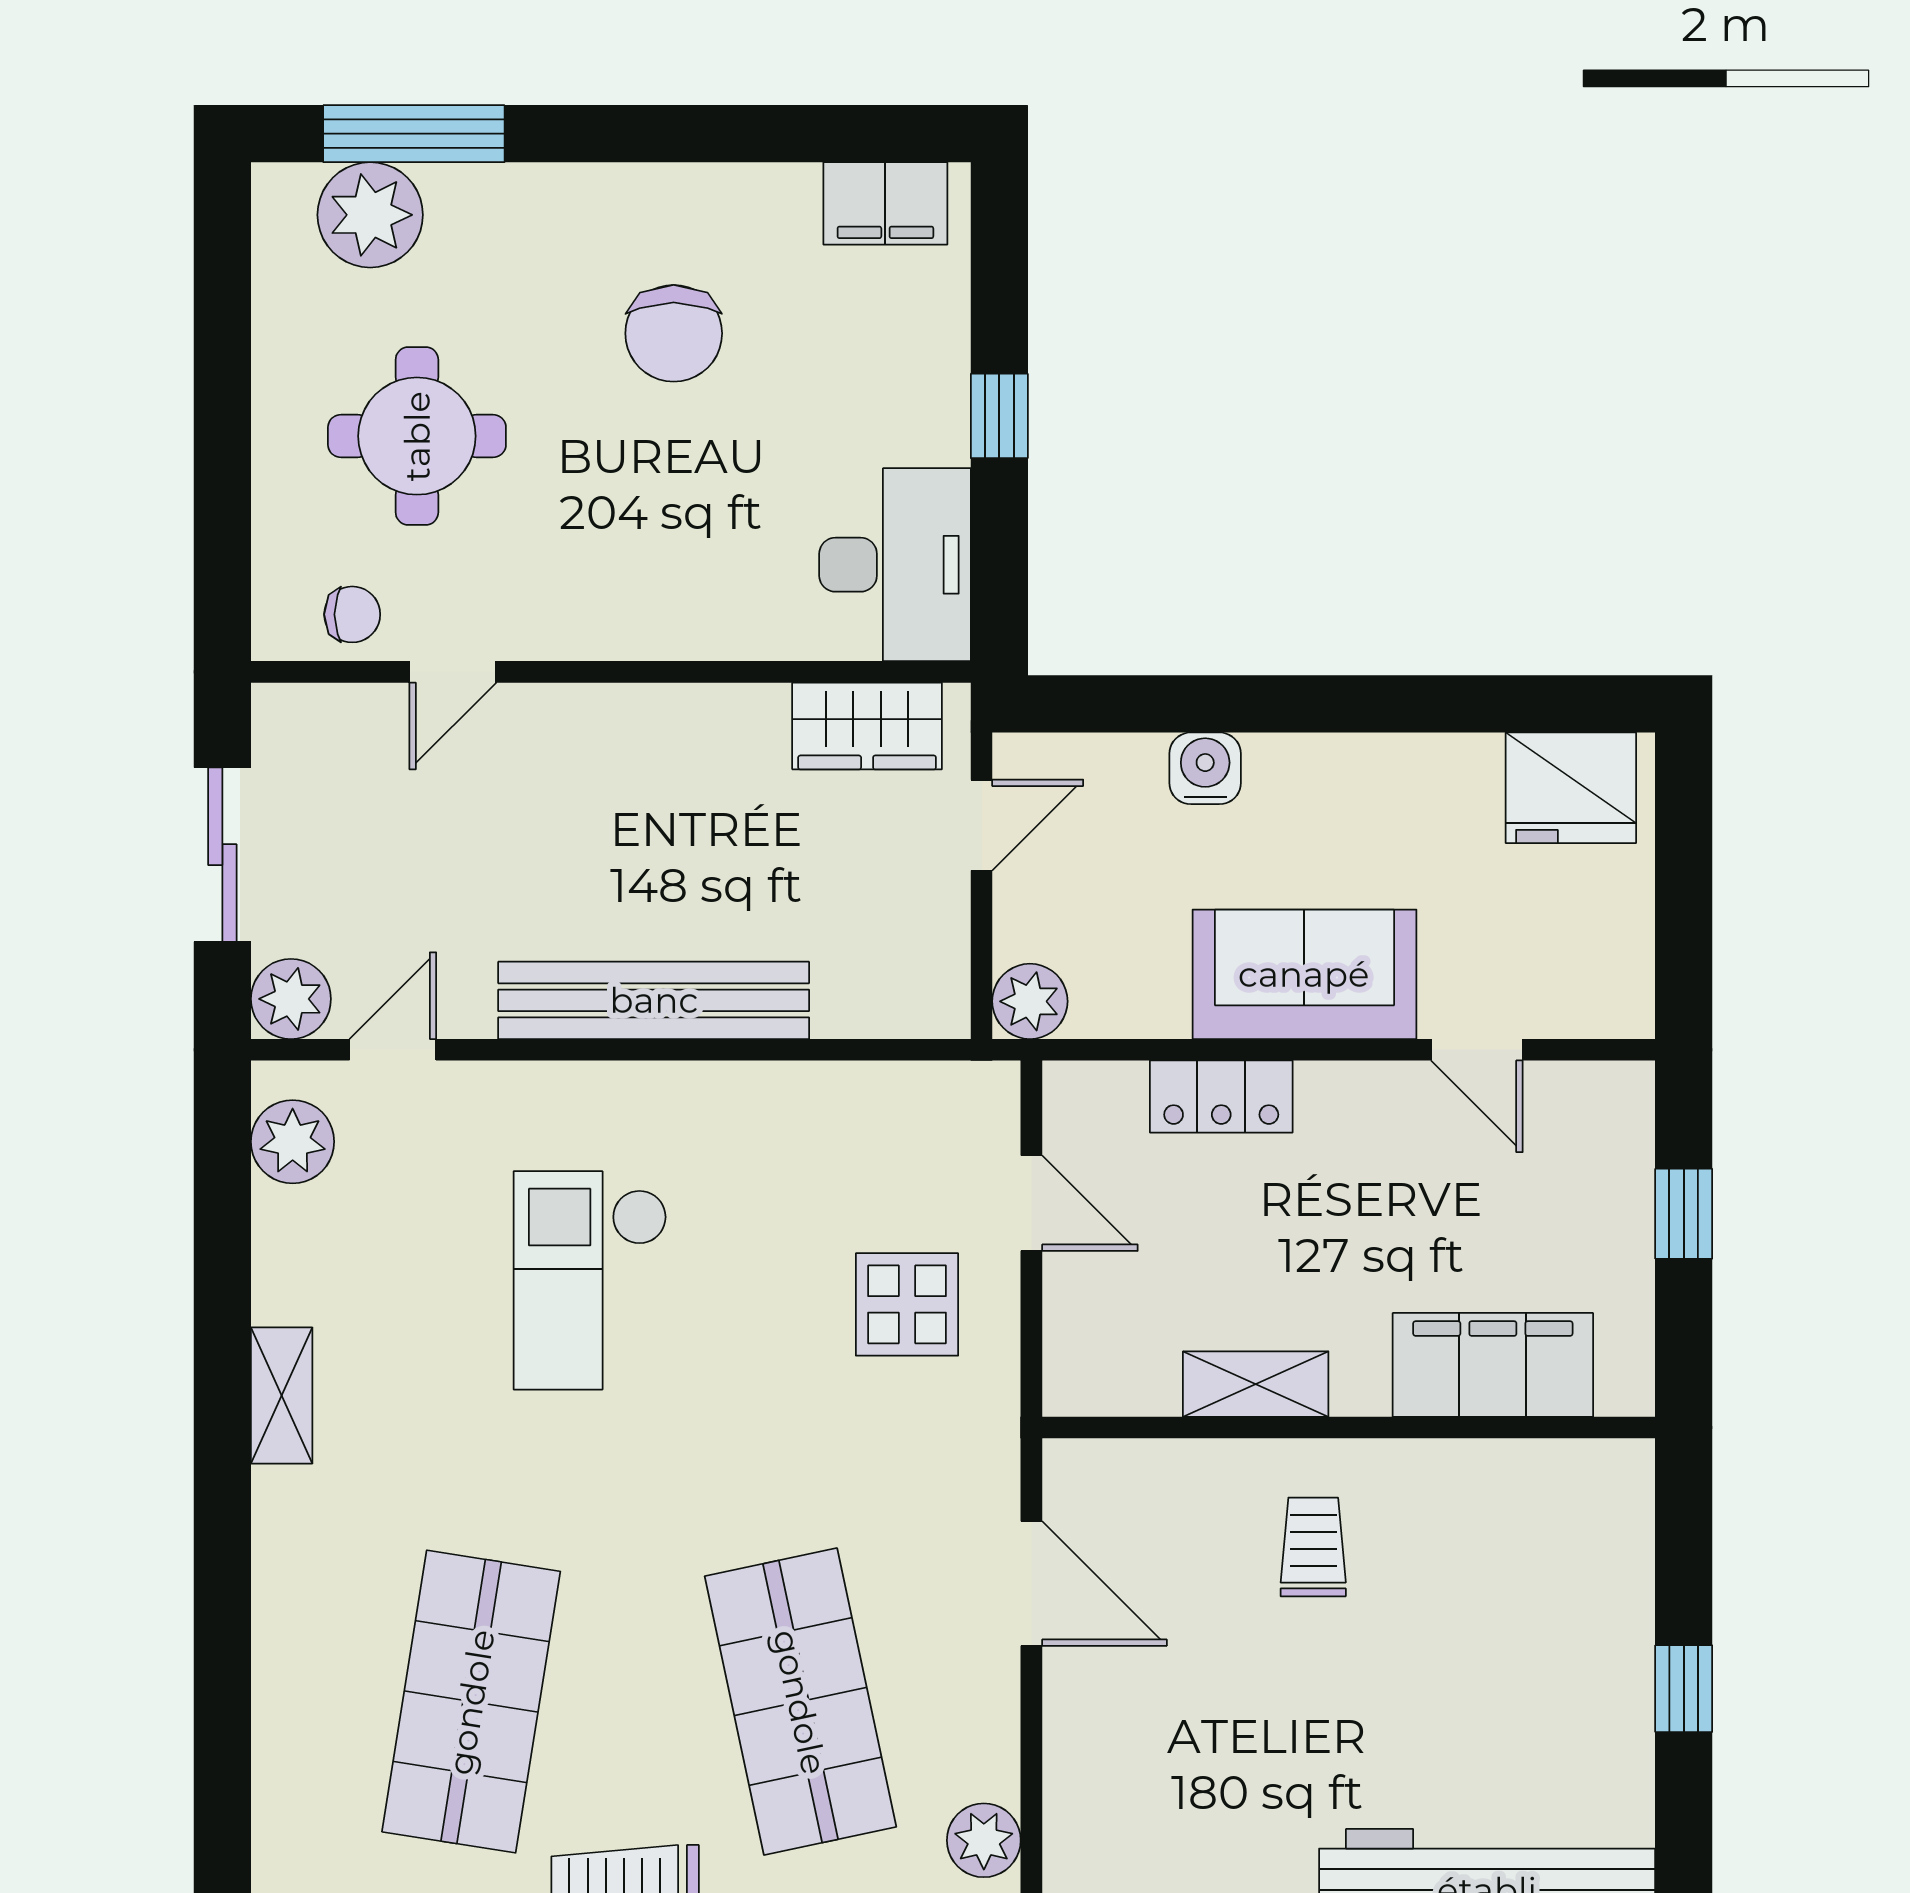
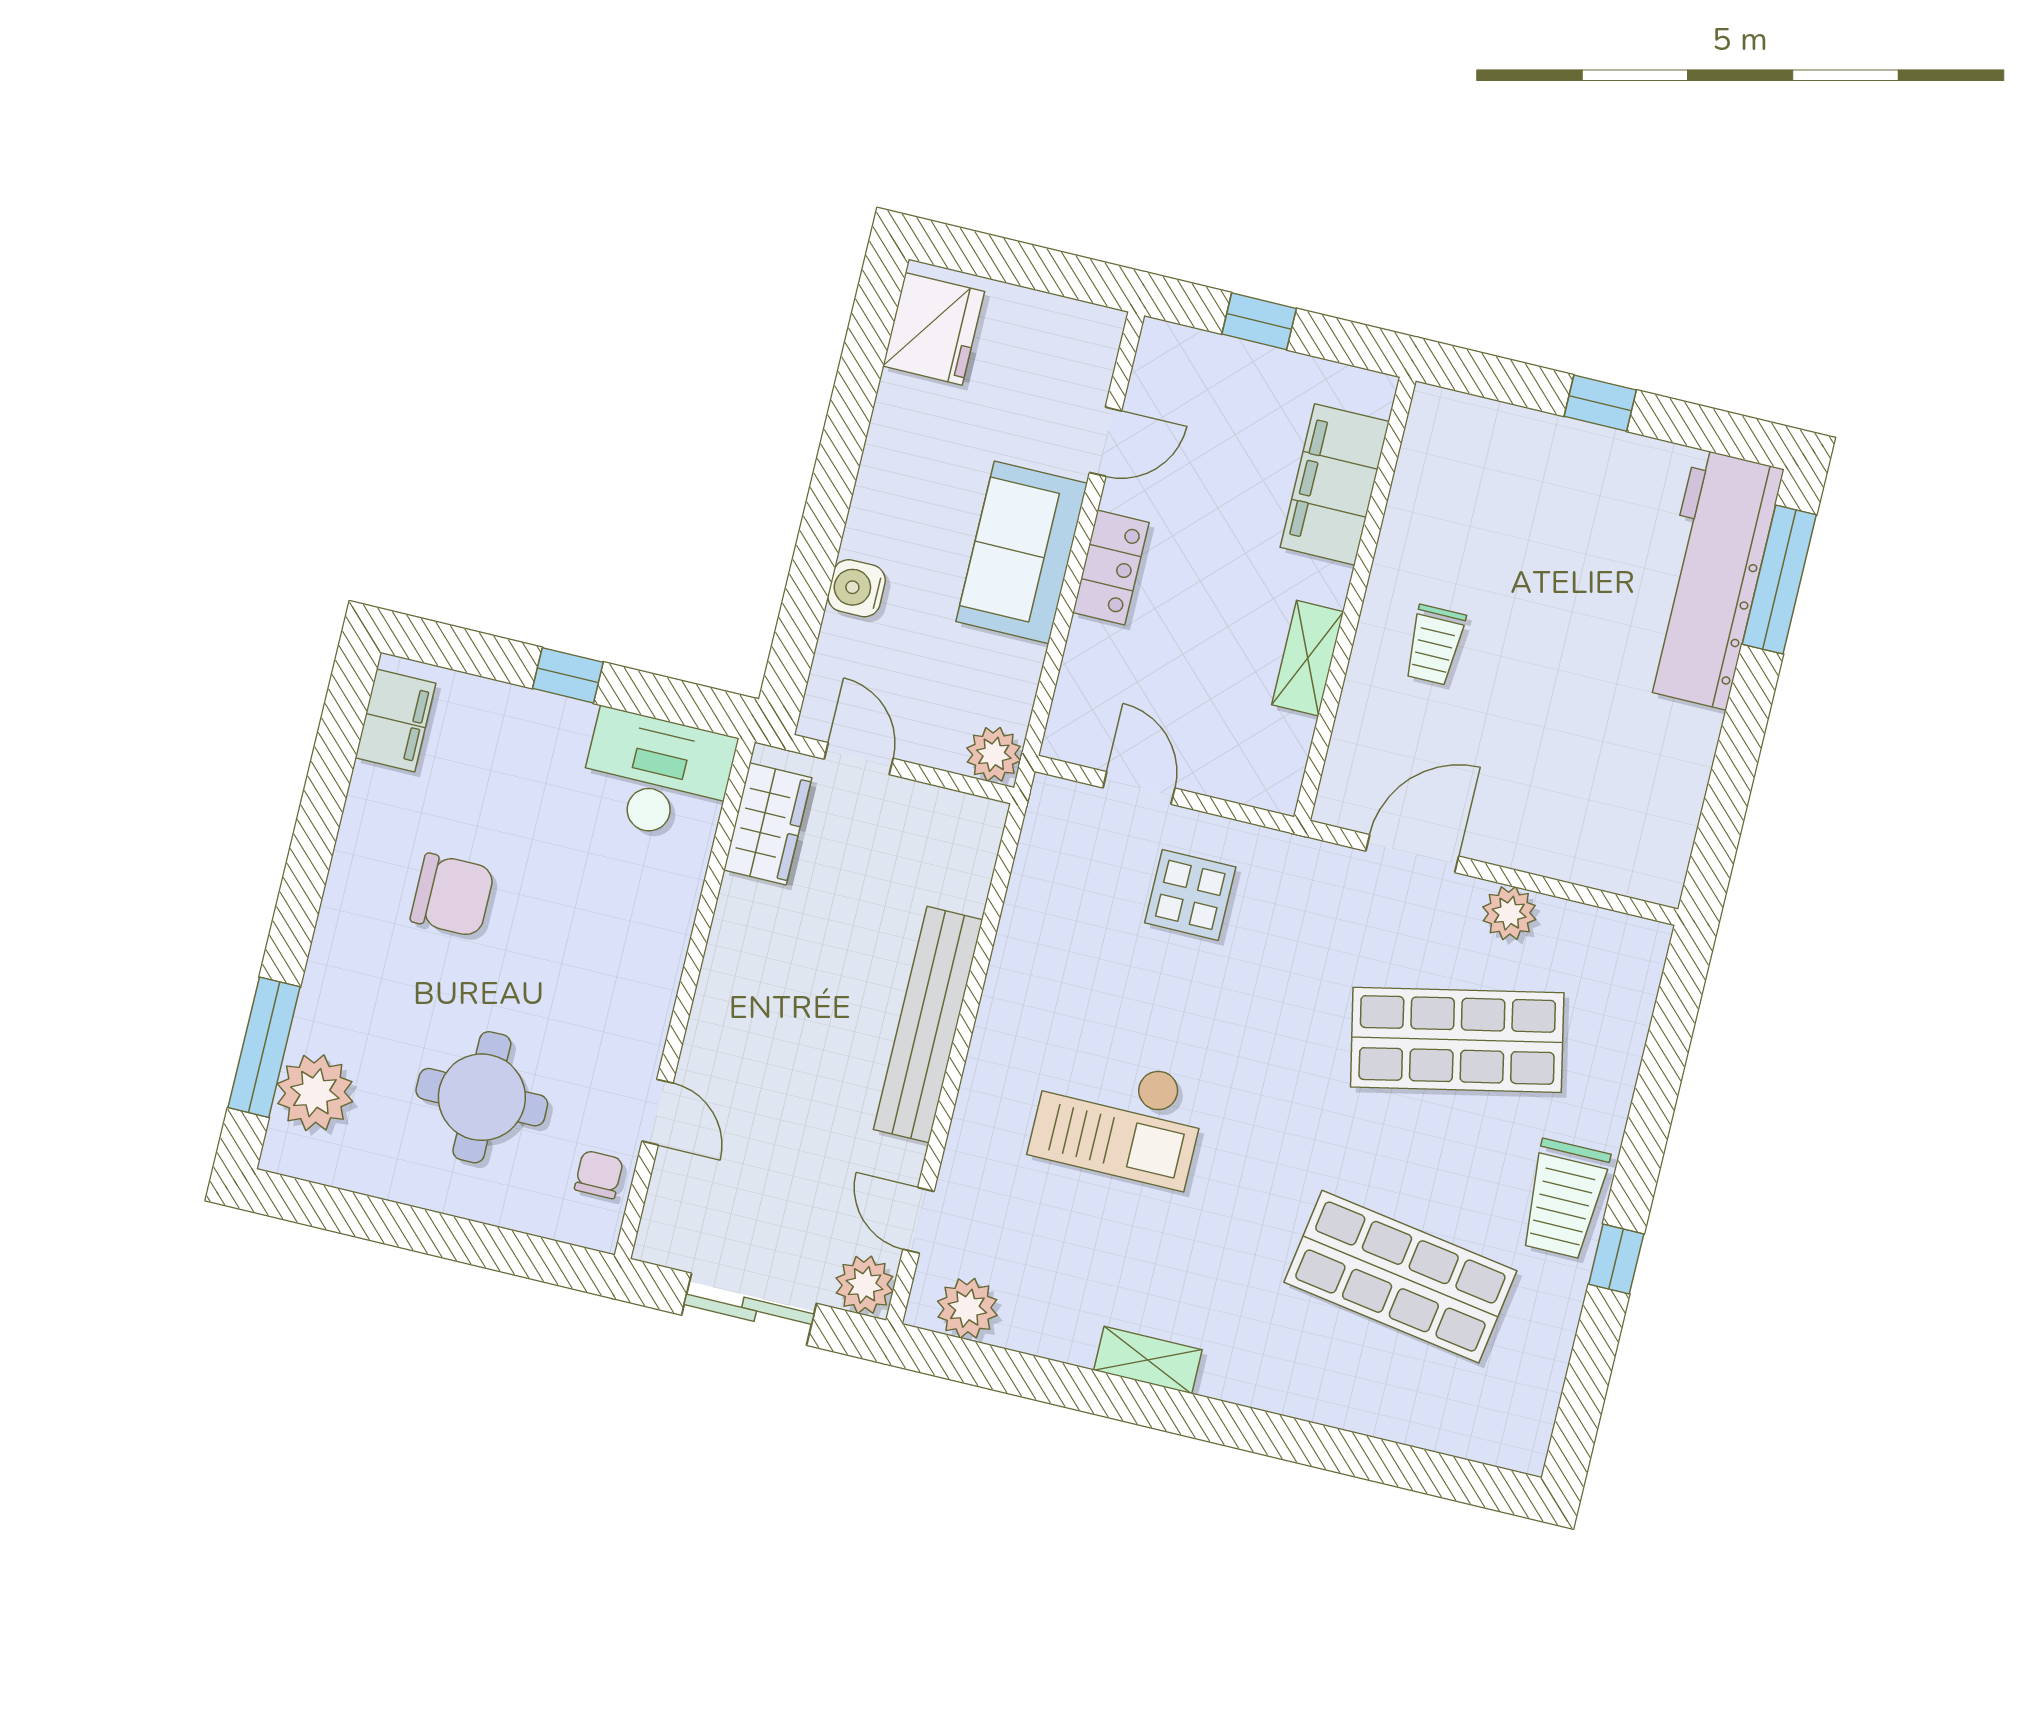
locker: (1221, 1096) -> (1111, 567), moved
door: (1031, 1203) -> (1139, 788), hinge flipped
trolley: (1313, 1547) -> (1435, 645), turned -90
plant: (984, 1840) -> (1509, 913), moved

